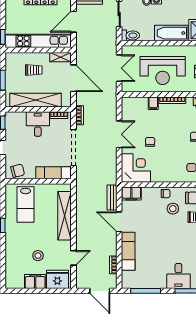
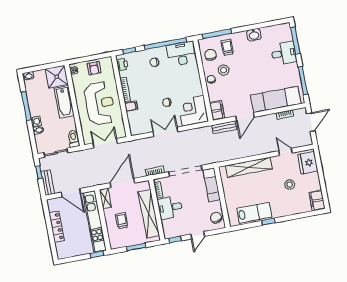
lab bench: (26, 205) -> (254, 213), moved
exam couch: (128, 251) -> (276, 99), width x1.36, depth x1.45
filing cabinet: (35, 281) -> (317, 200), moved

